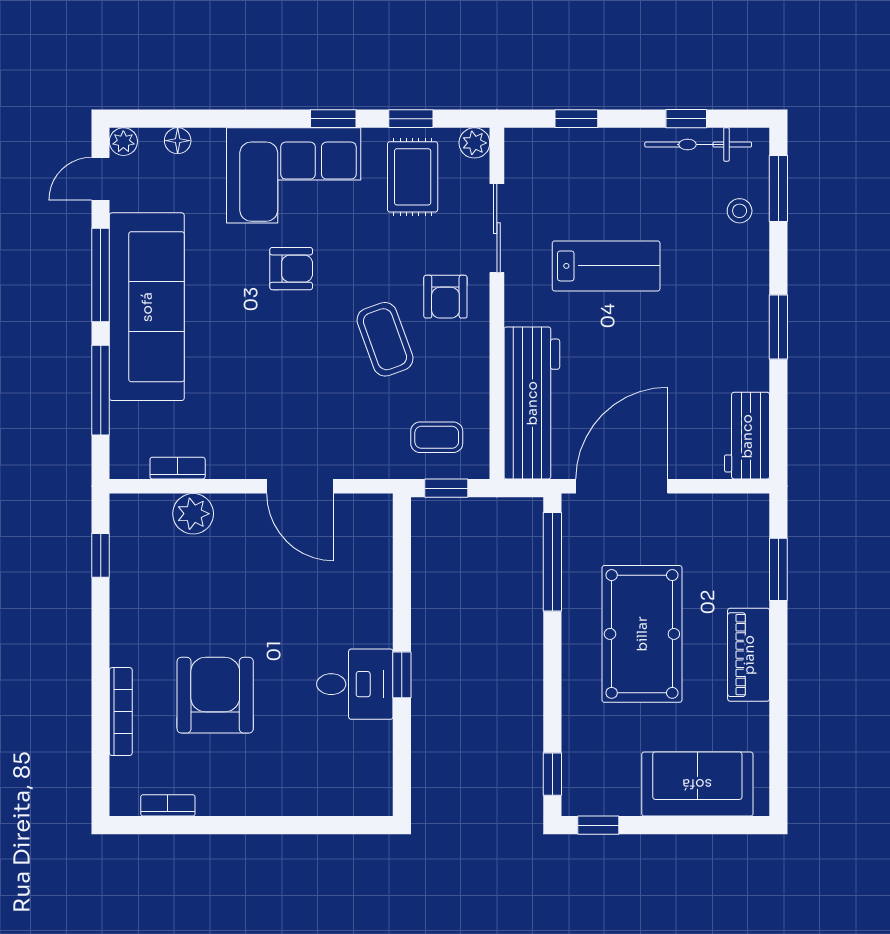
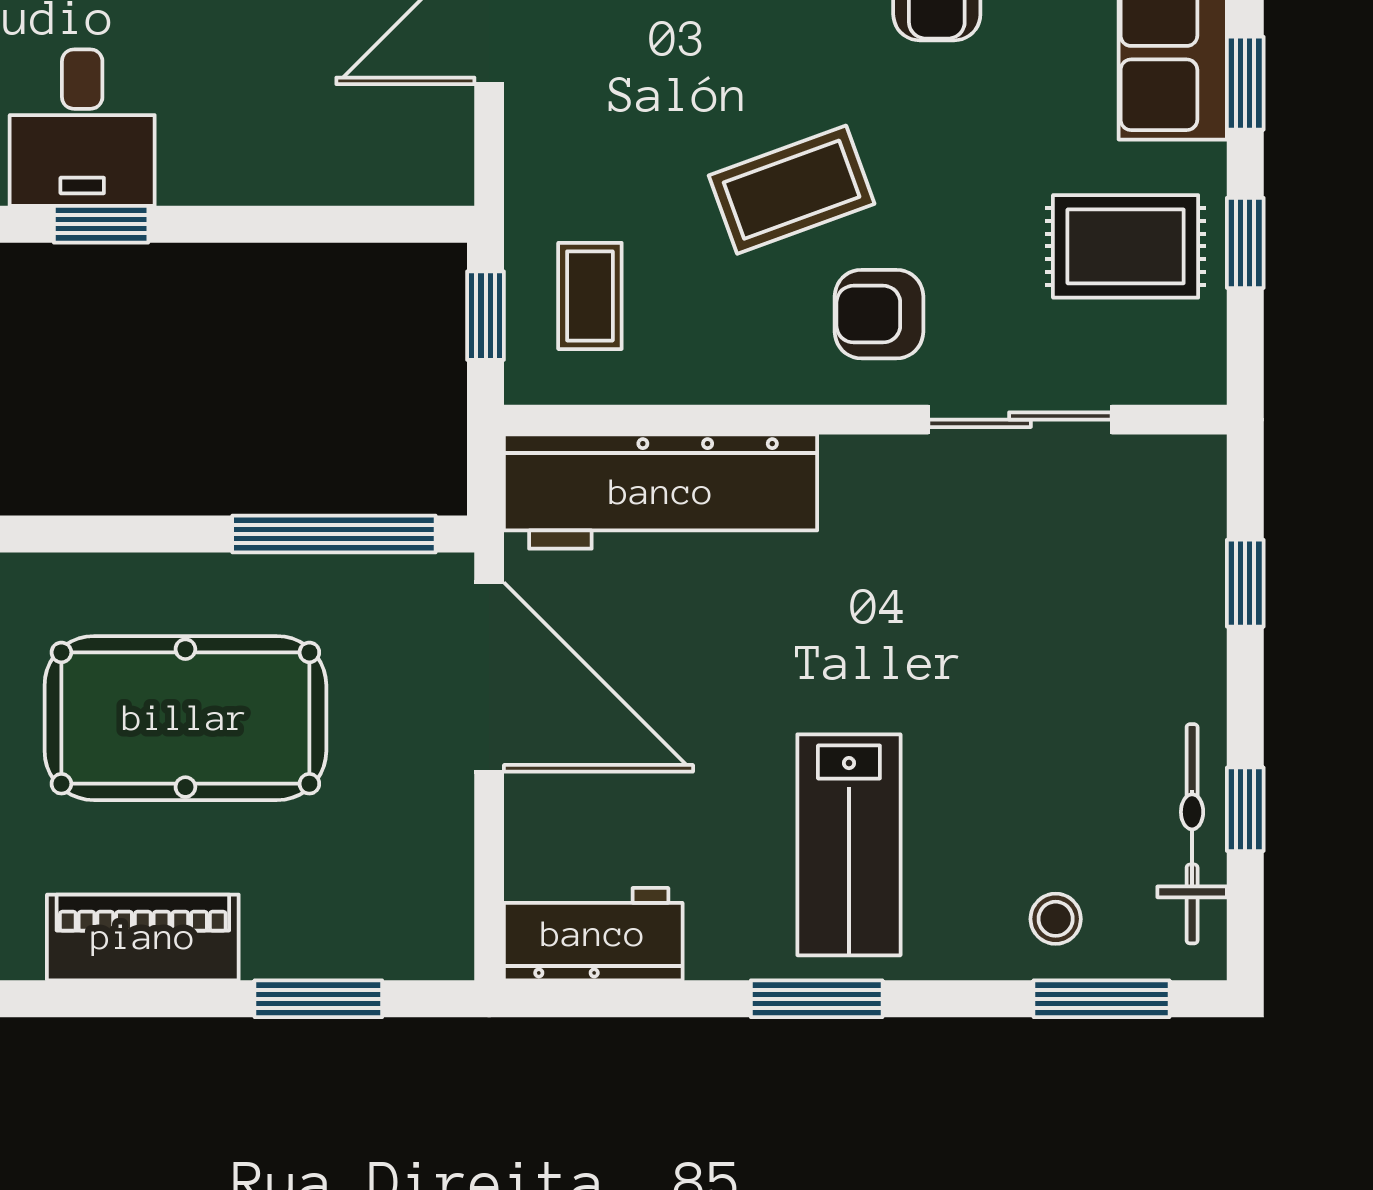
plant: (474, 143) -> (1195, 374), removed
lab bench: (606, 266) -> (849, 845), moved

